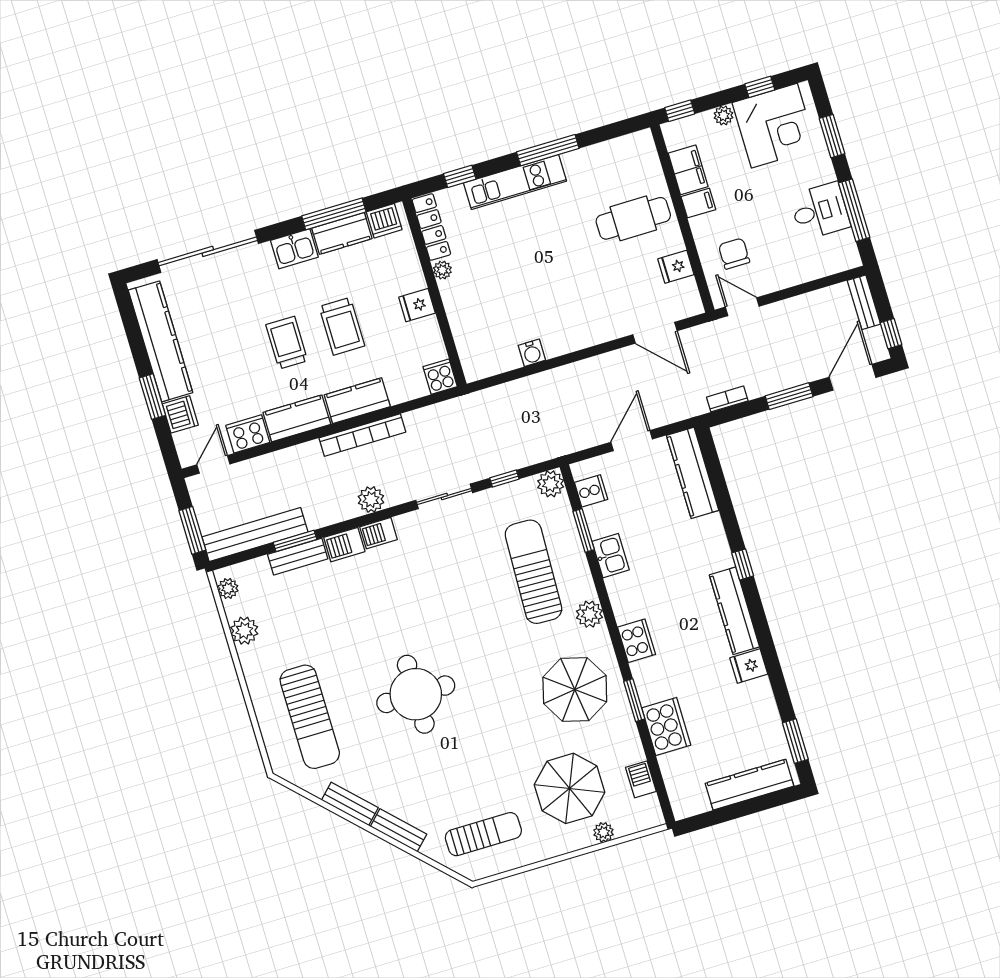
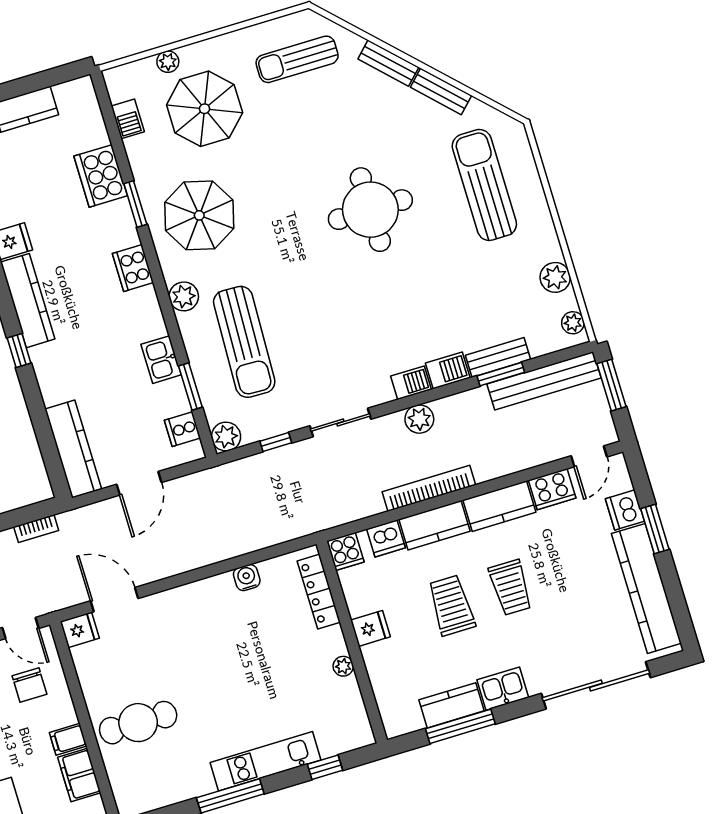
dishwasher: (384, 221) -> (386, 538), moved, turned 180
locker: (431, 227) -> (319, 592), moved
fridge: (676, 267) -> (80, 630), moved

